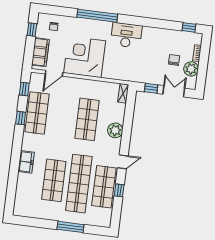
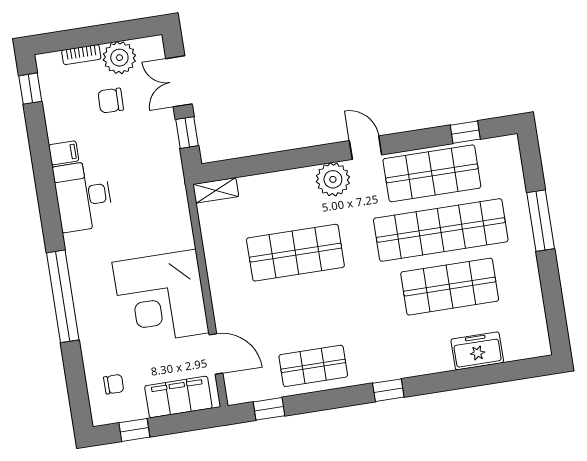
filing cabinet: (158, 34) -> (64, 153), added
desk: (126, 35) -> (83, 196), moved
shop shelf: (37, 113) -> (313, 366), width x0.70, depth x0.74
window: (21, 118) -> (388, 390), moved
plant: (115, 130) -> (333, 179), moved
freezer: (26, 162) -> (477, 351), moved
window: (119, 190) -> (465, 132), moved

